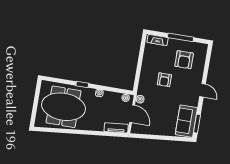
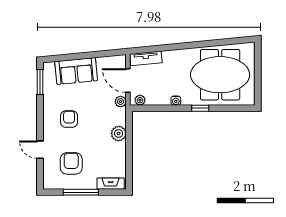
plant: (145, 76) -> (119, 133), added
armchair: (164, 80) -> (69, 119), moved
door: (203, 90) -> (40, 150), moved
sofa: (186, 121) -> (76, 71), moved, turned 84

